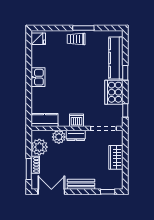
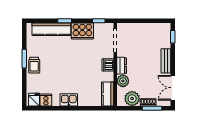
cooker: (38, 52) -> (46, 100), added
wardrobe: (116, 157) -> (142, 29), removed

